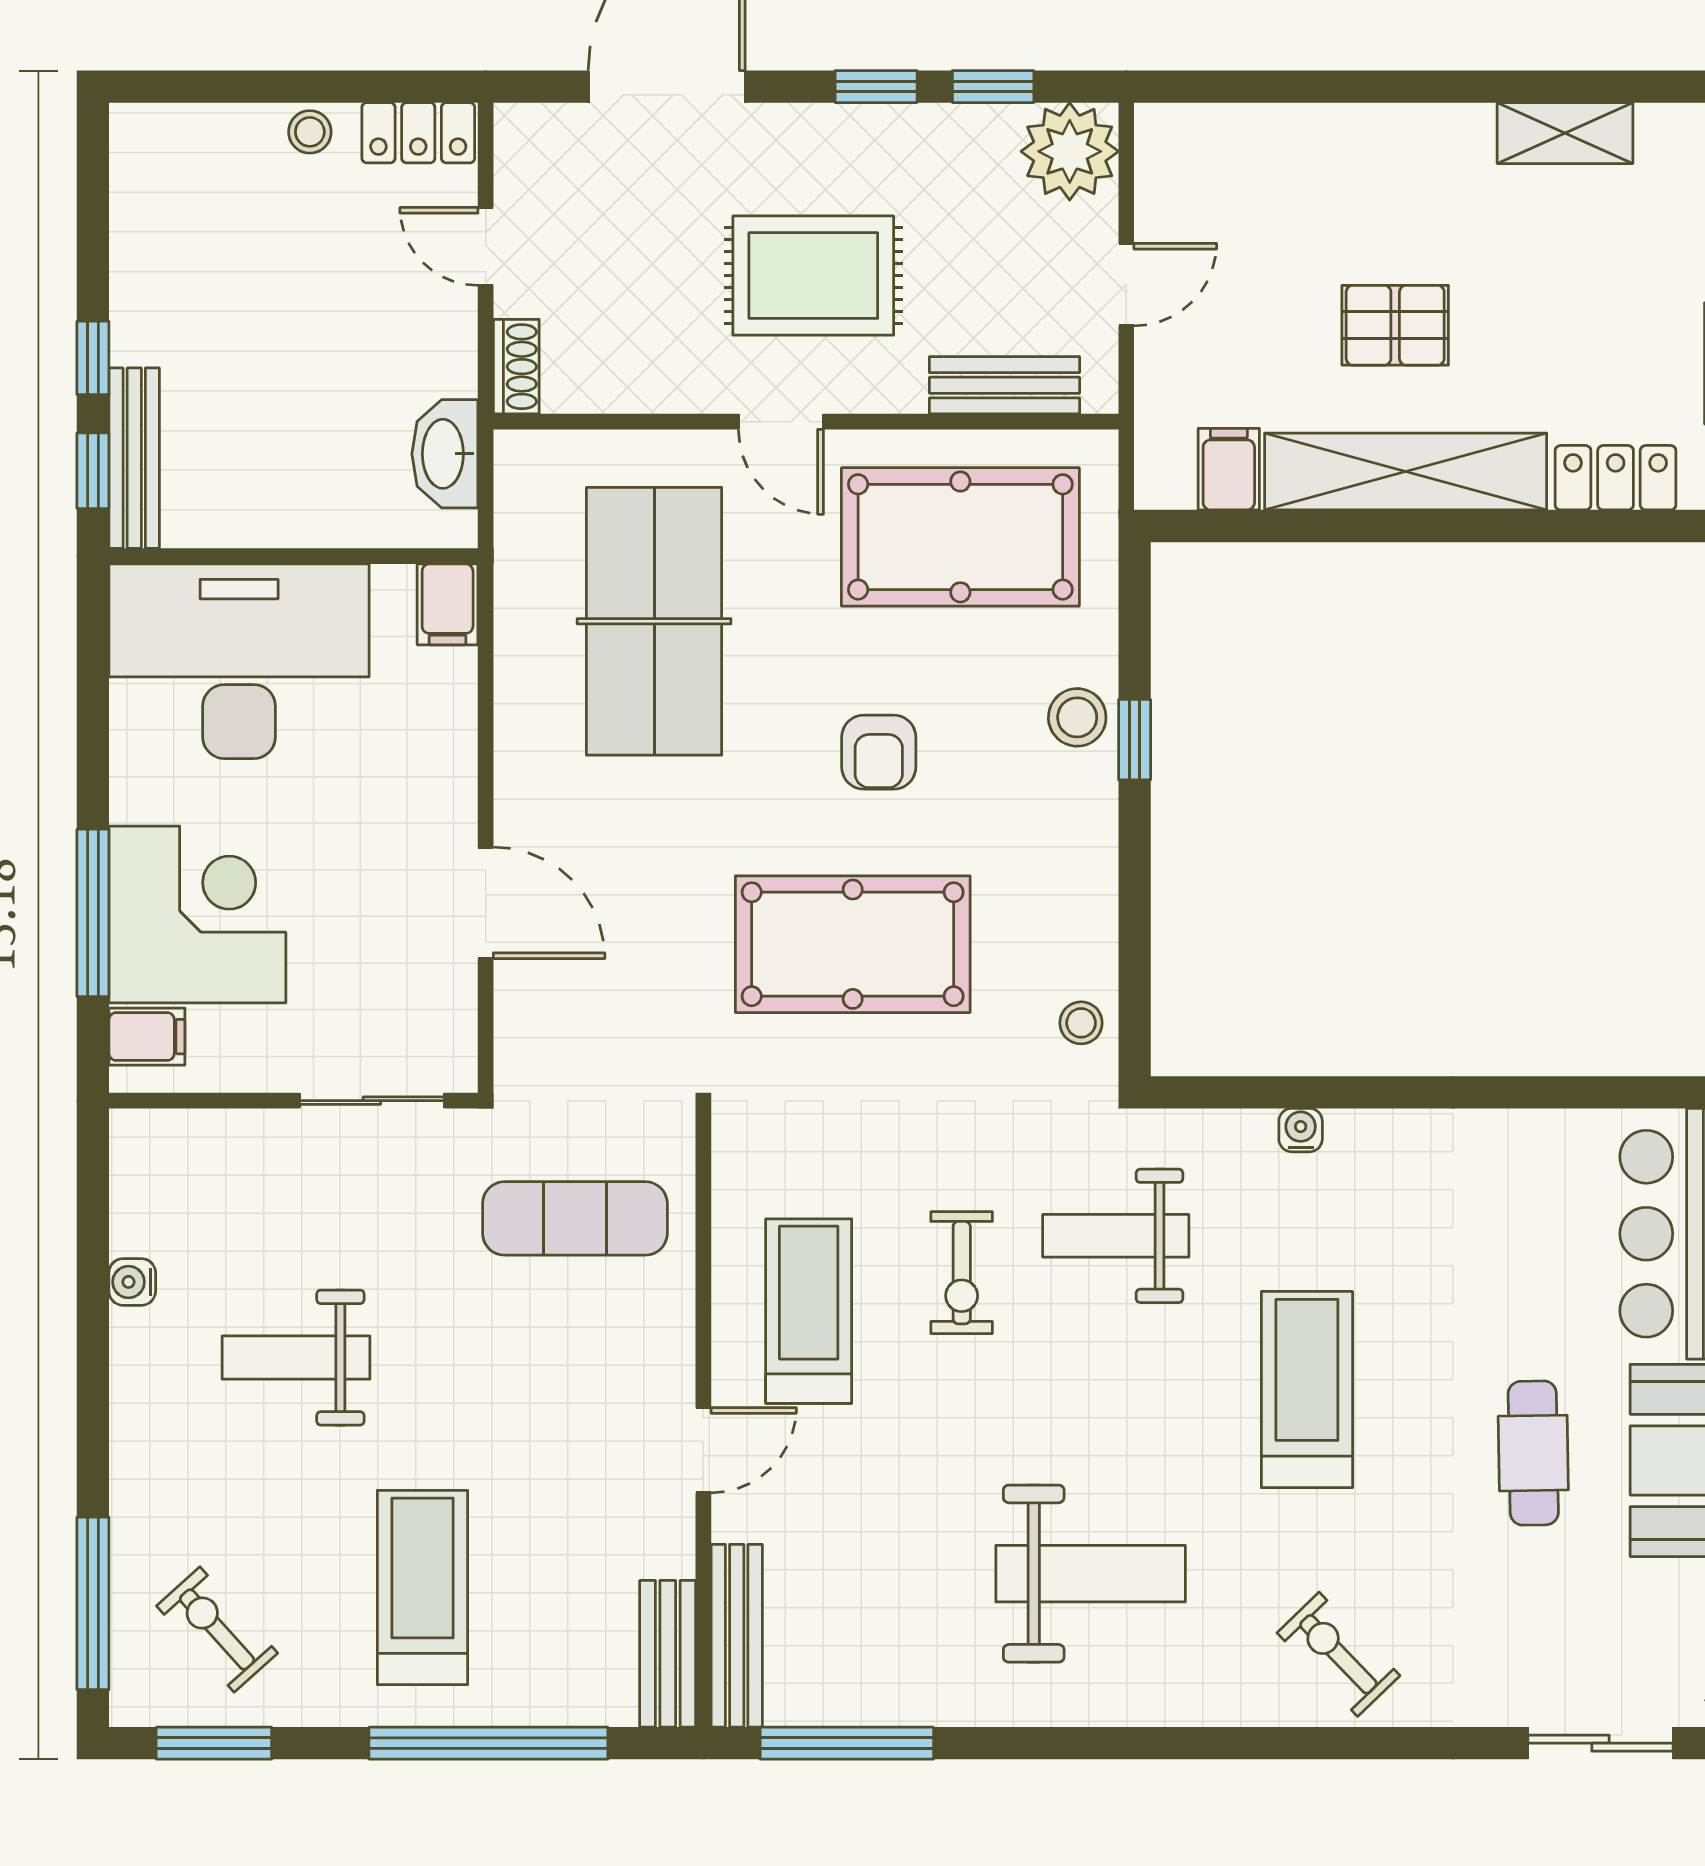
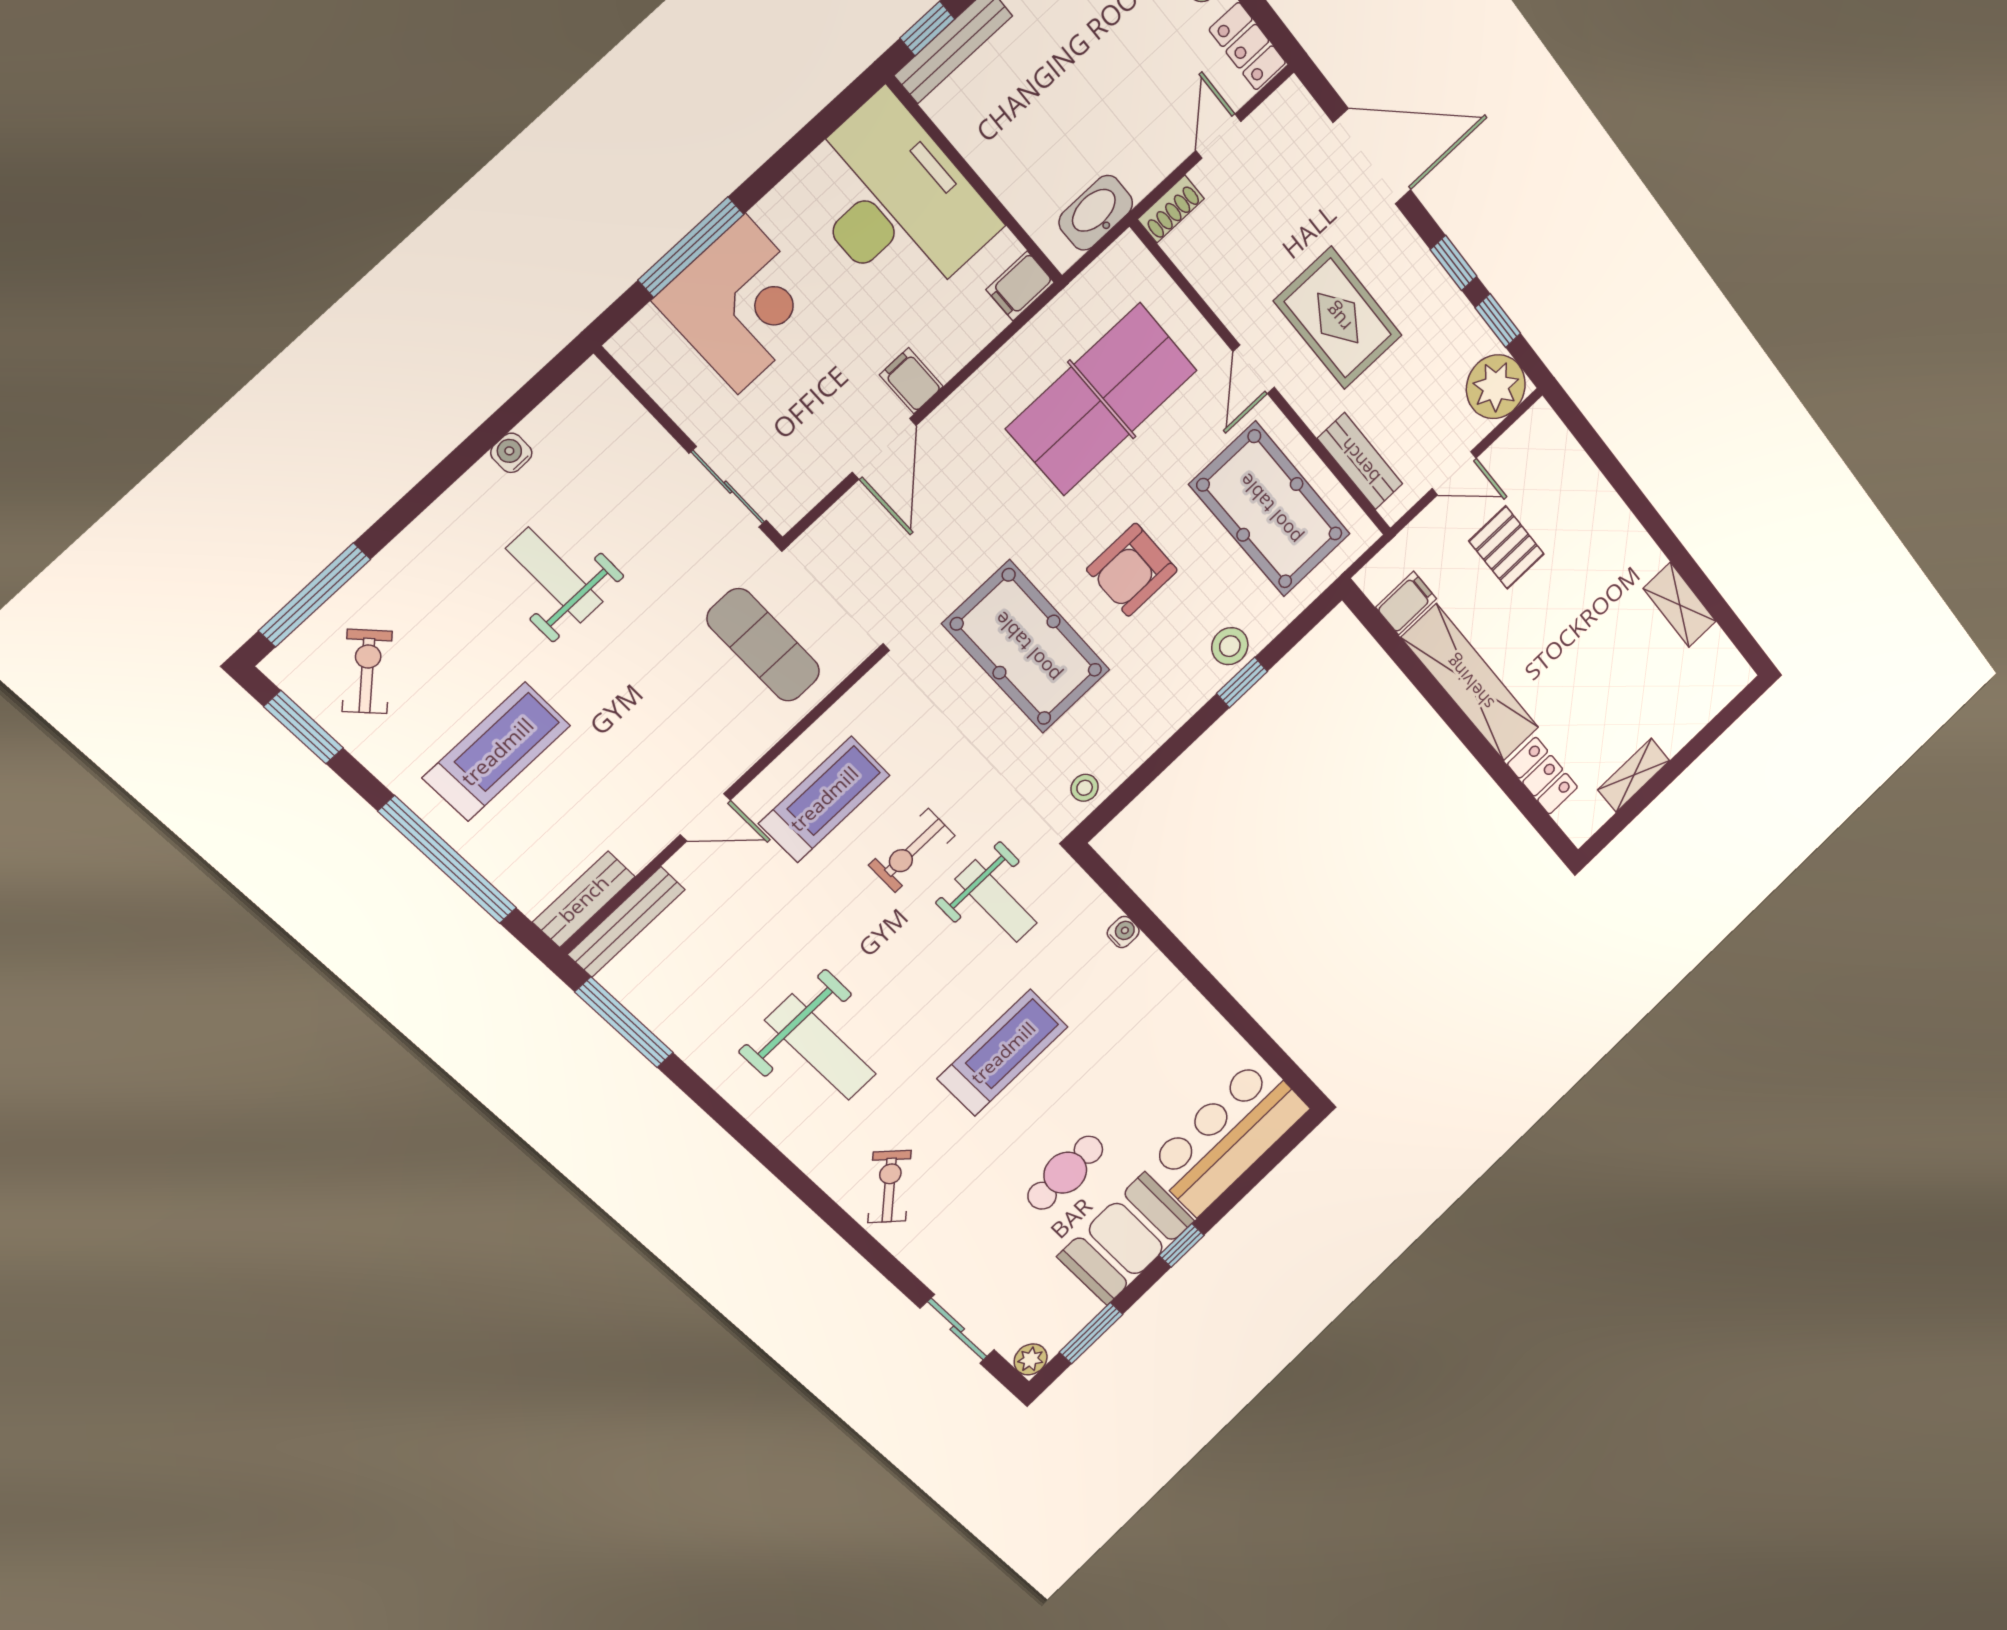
pallet: (1395, 325) -> (1507, 548), moved
armchair: (879, 752) -> (1132, 570), width x1.38, depth x1.38
filing cabinet: (147, 1037) -> (911, 381), moved, turned 180
weight bench: (1116, 1236) -> (996, 901), turned 180

